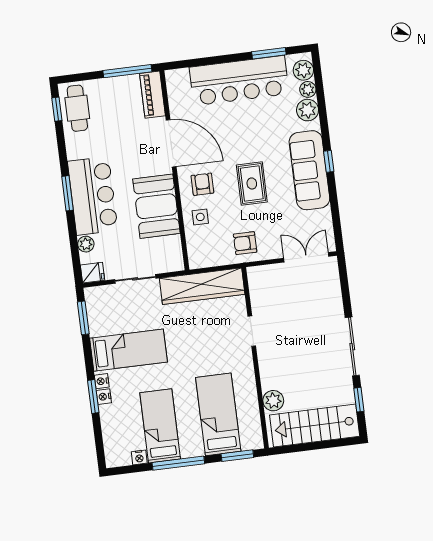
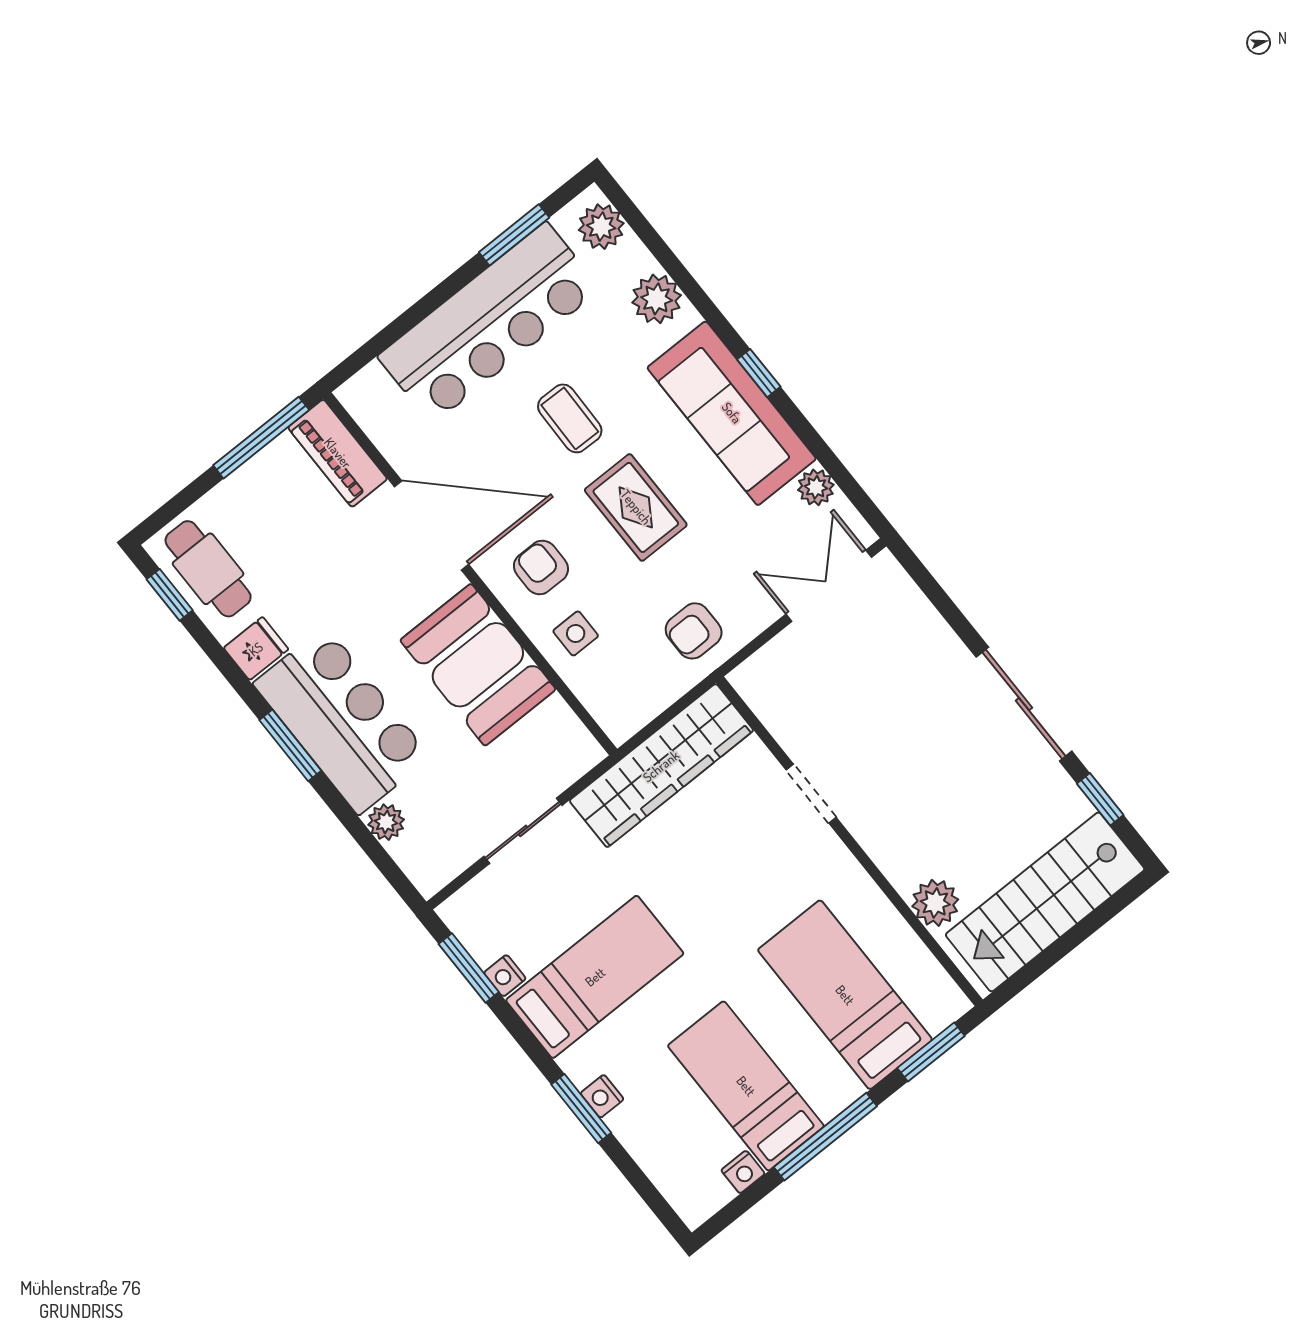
plant: (308, 89) -> (816, 487), moved
coffee table: (248, 135) -> (570, 418), added
fridge: (93, 273) -> (256, 649), moved
nightstand: (102, 381) -> (505, 976), moved

